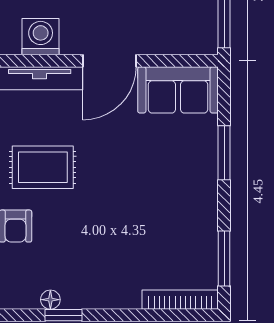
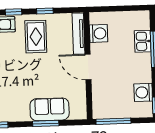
sofa: (178, 90) -> (50, 109), moved, turned 90

